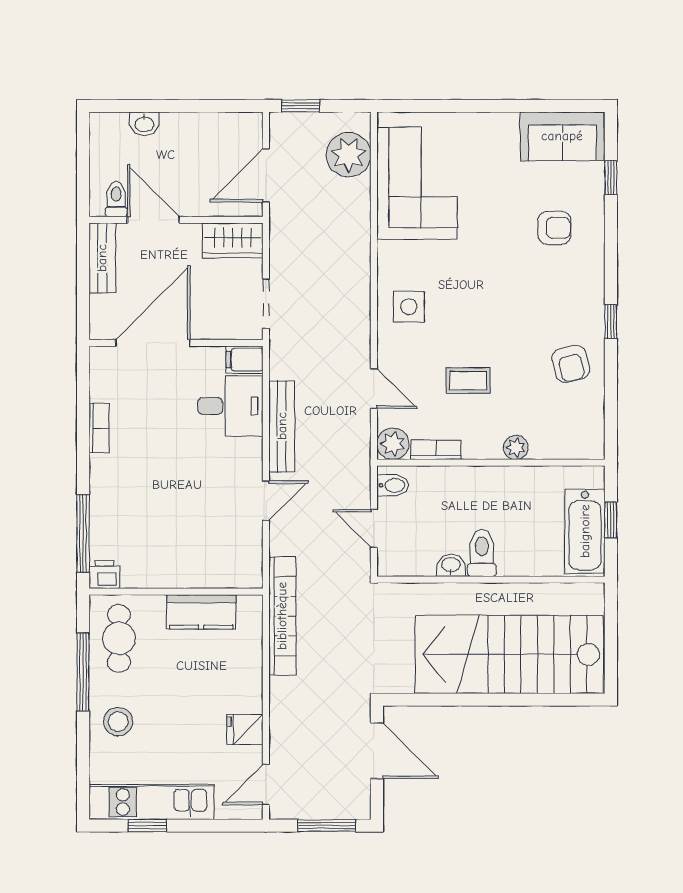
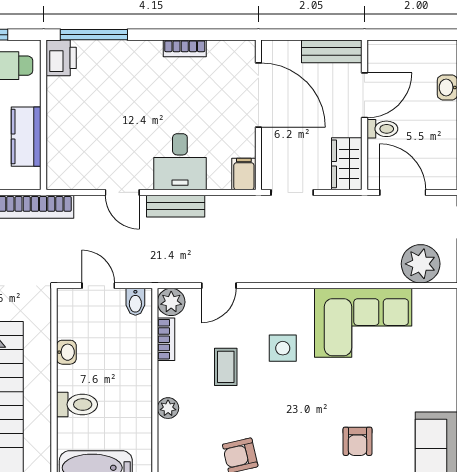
corner sofa: (417, 183) -> (363, 323), moved
toilet: (116, 199) -> (382, 129), moved
side table: (409, 307) -> (283, 348), moved
desk: (230, 406) -> (180, 162), moved
bench: (282, 426) -> (176, 206), width x0.73
door: (374, 528) -> (98, 286), hinge flipped
toilet: (482, 553) -> (77, 404), moved
printer: (104, 575) -> (61, 58), width x1.36, depth x1.24

